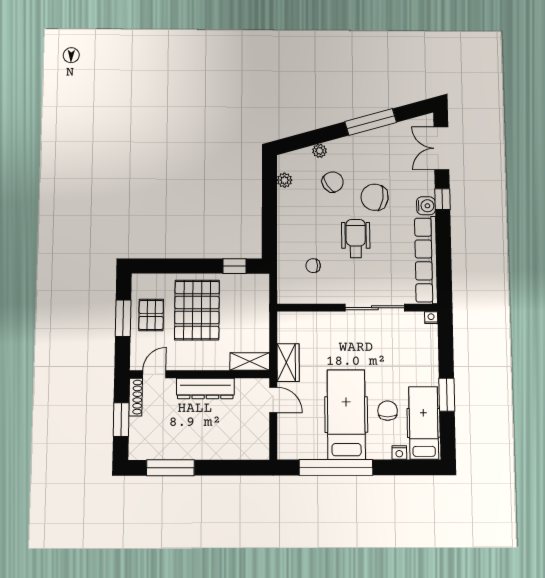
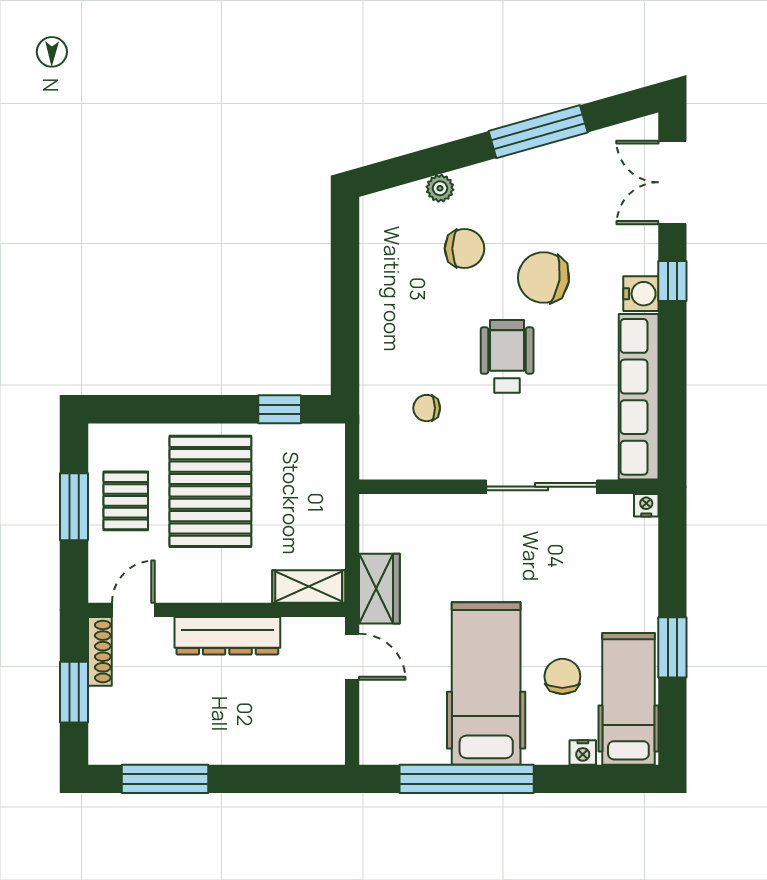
plant: (285, 180) -> (373, 245), removed
chair: (333, 182) -> (465, 249), turned 35

